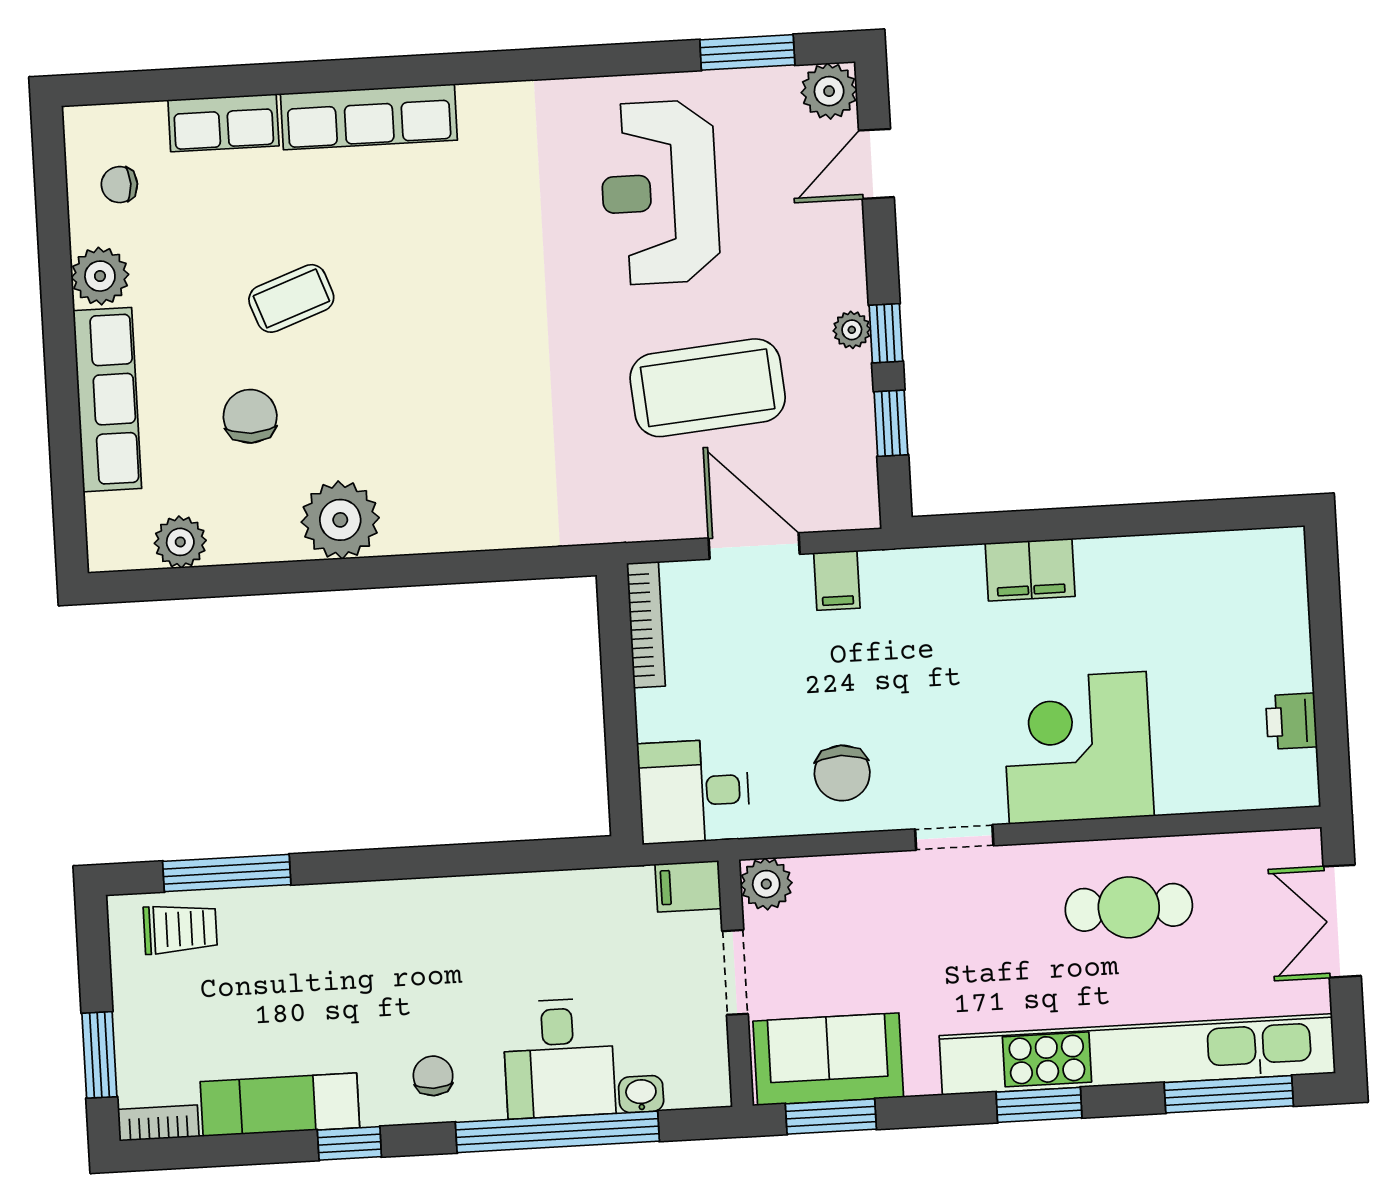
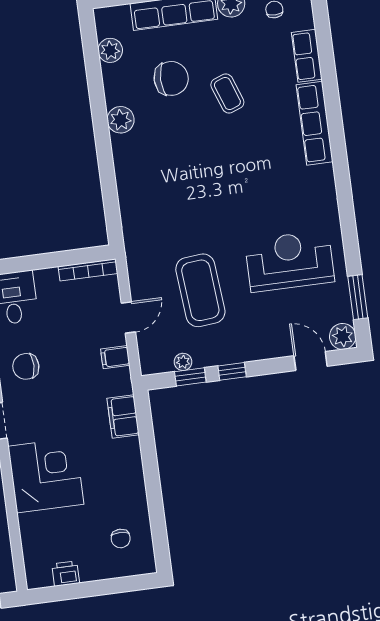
plant: (852, 330) -> (183, 362), moved
chair: (250, 416) -> (171, 78), width x1.37, depth x1.37
plant: (340, 520) -> (121, 120), width x0.73, depth x0.73
door: (754, 546) -> (128, 318), width x0.73
filing cabinet: (1030, 570) -> (123, 417), moved
chair: (1225, 598) -> (121, 538), added

